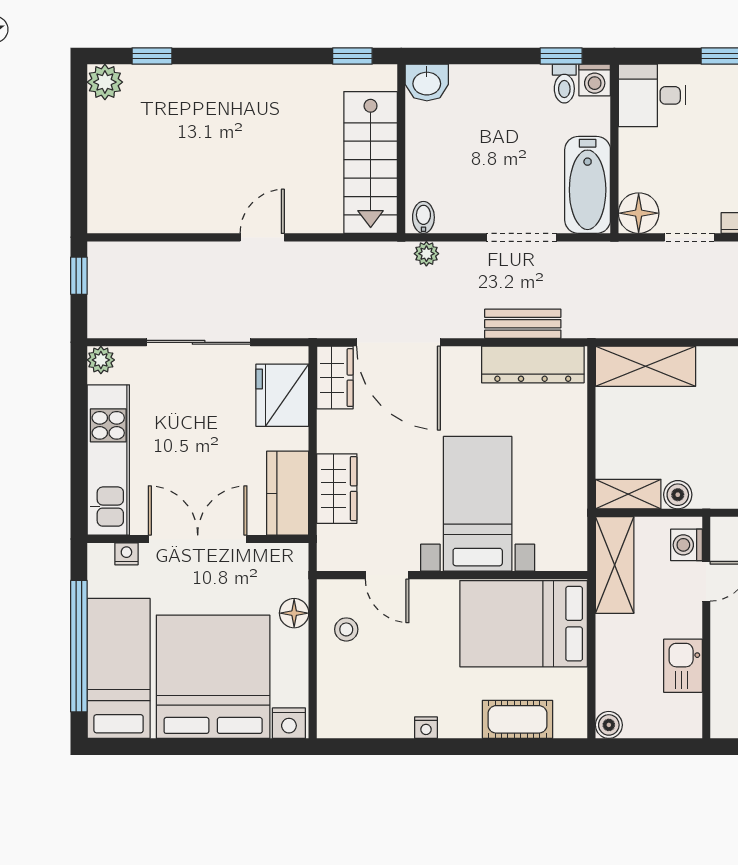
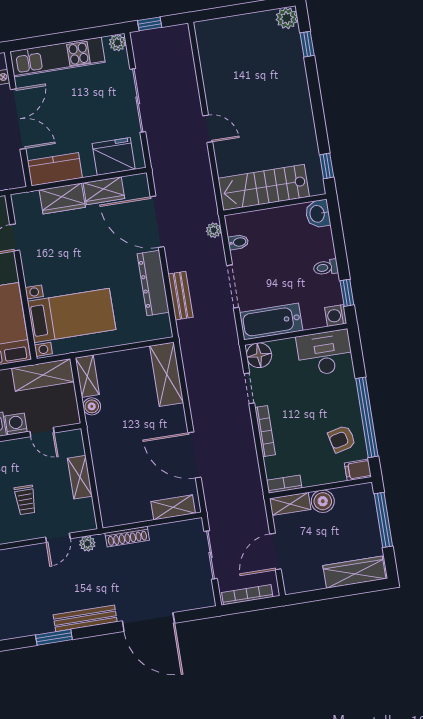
toilet: (564, 84) -> (326, 267), moved
desk: (652, 95) -> (325, 353), width x1.37
bidet: (423, 217) -> (238, 242), moved
window: (79, 276) -> (150, 24), moved
door: (398, 342) -> (157, 222), hinge flipped
dresser: (533, 364) -> (153, 283), moved
wardrobe: (335, 378) -> (104, 191), moved
bed with nightstands: (478, 504) -> (72, 315), moved
washing machine: (686, 545) -> (16, 424), moved

